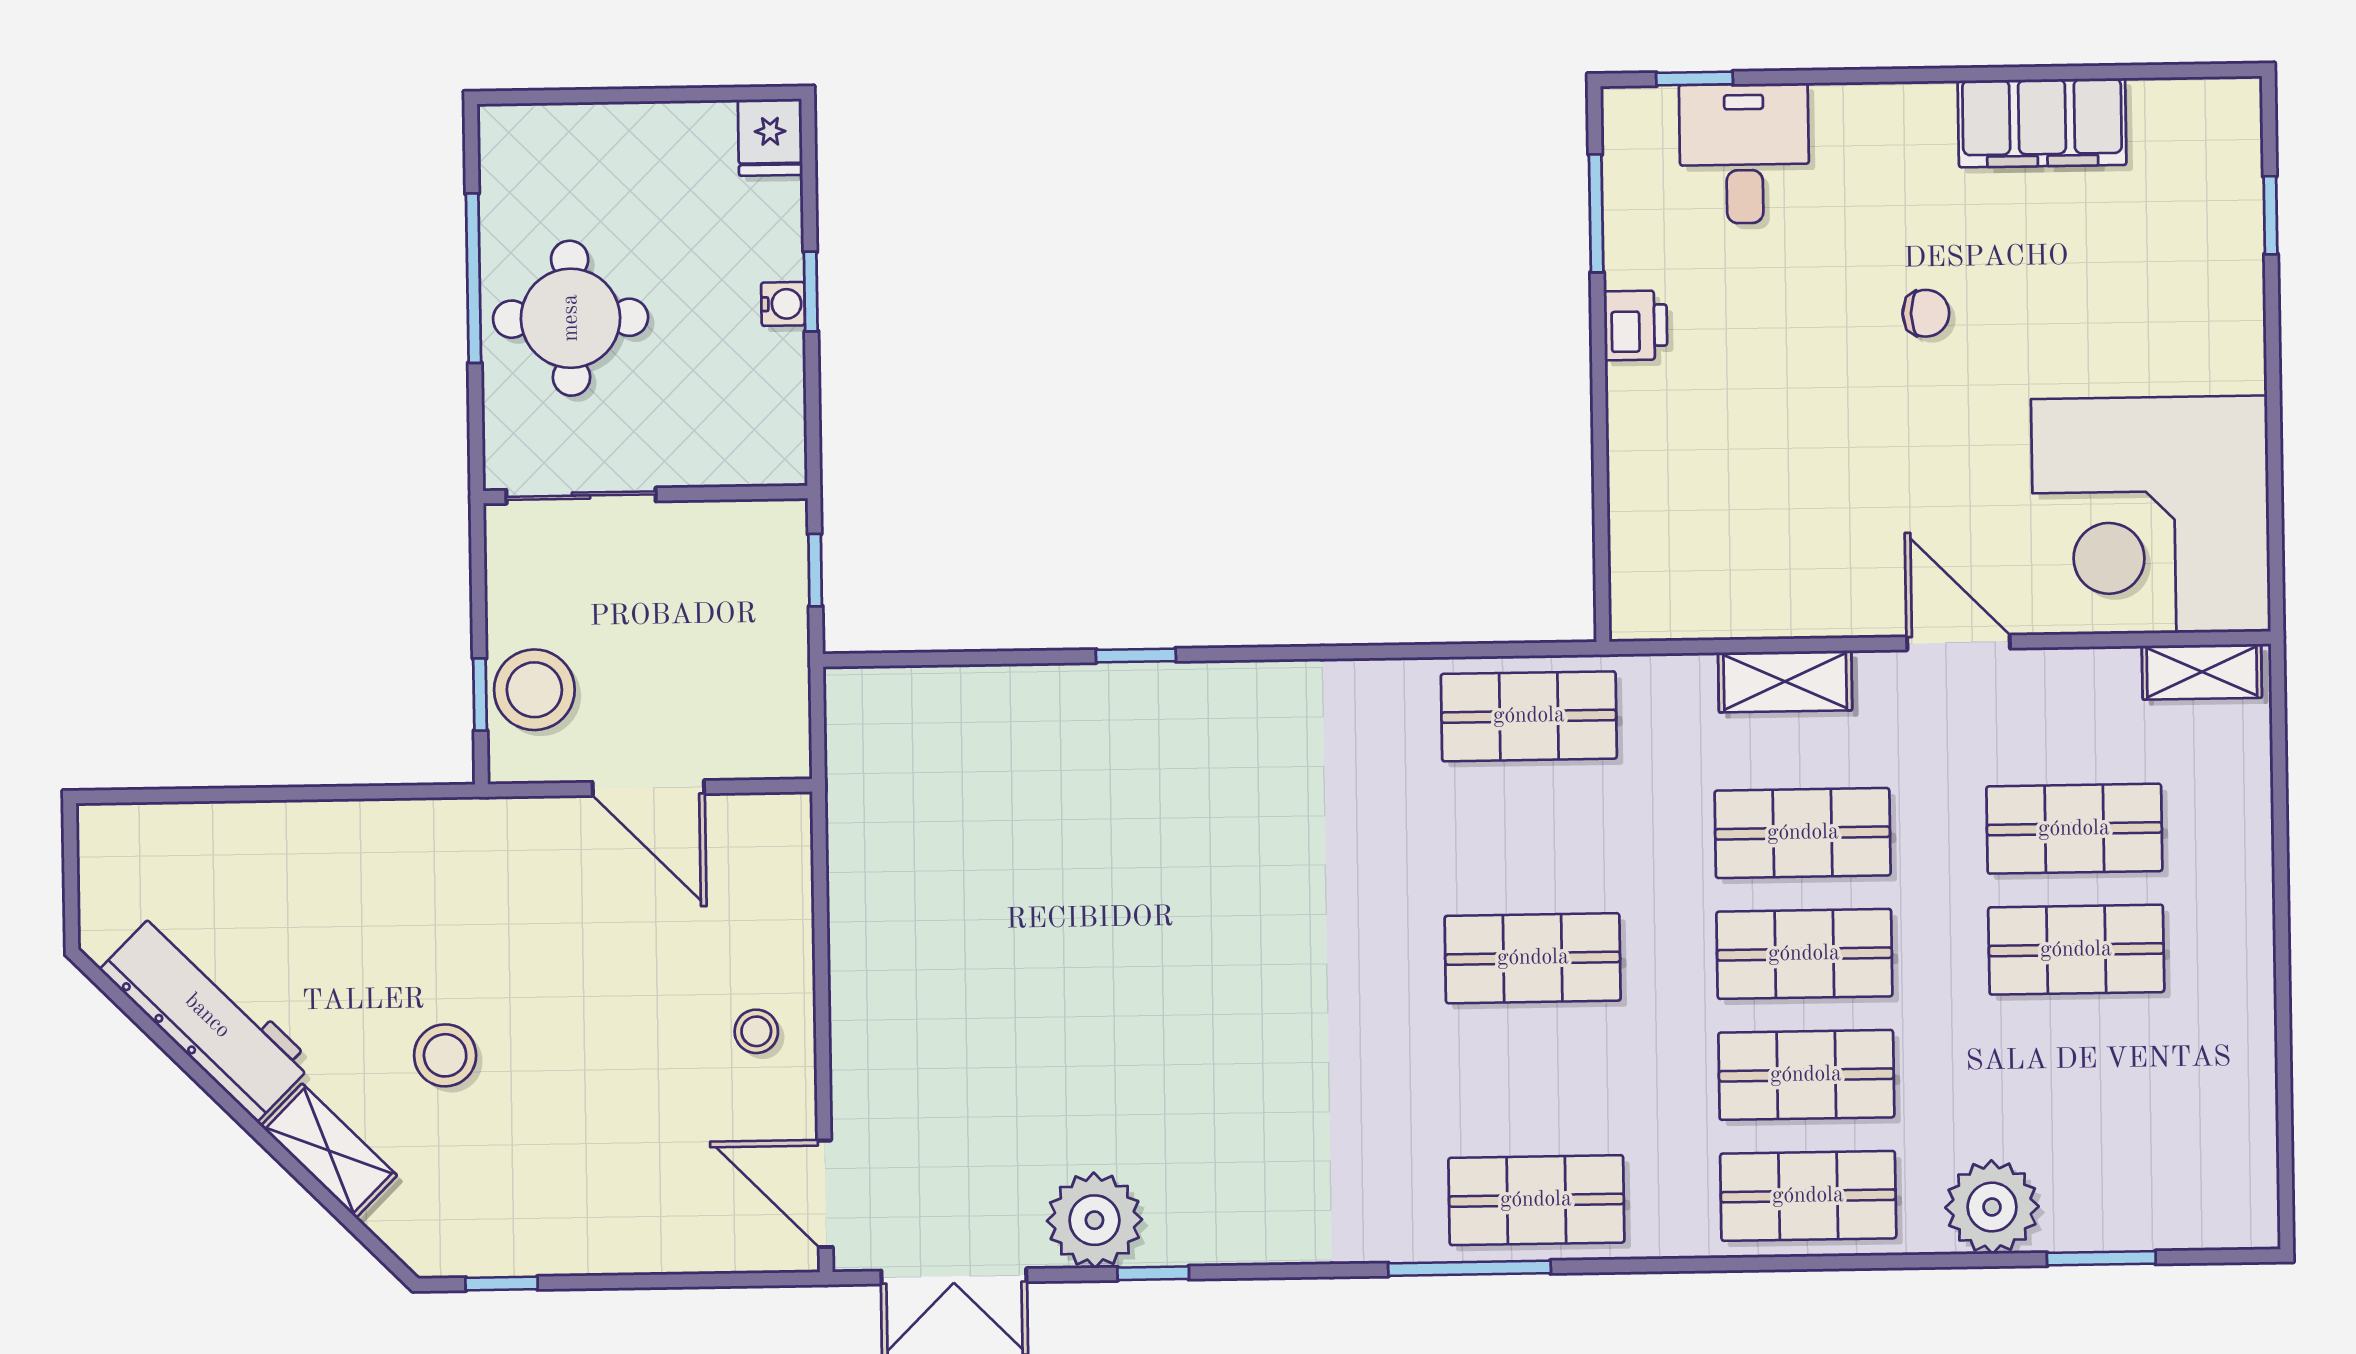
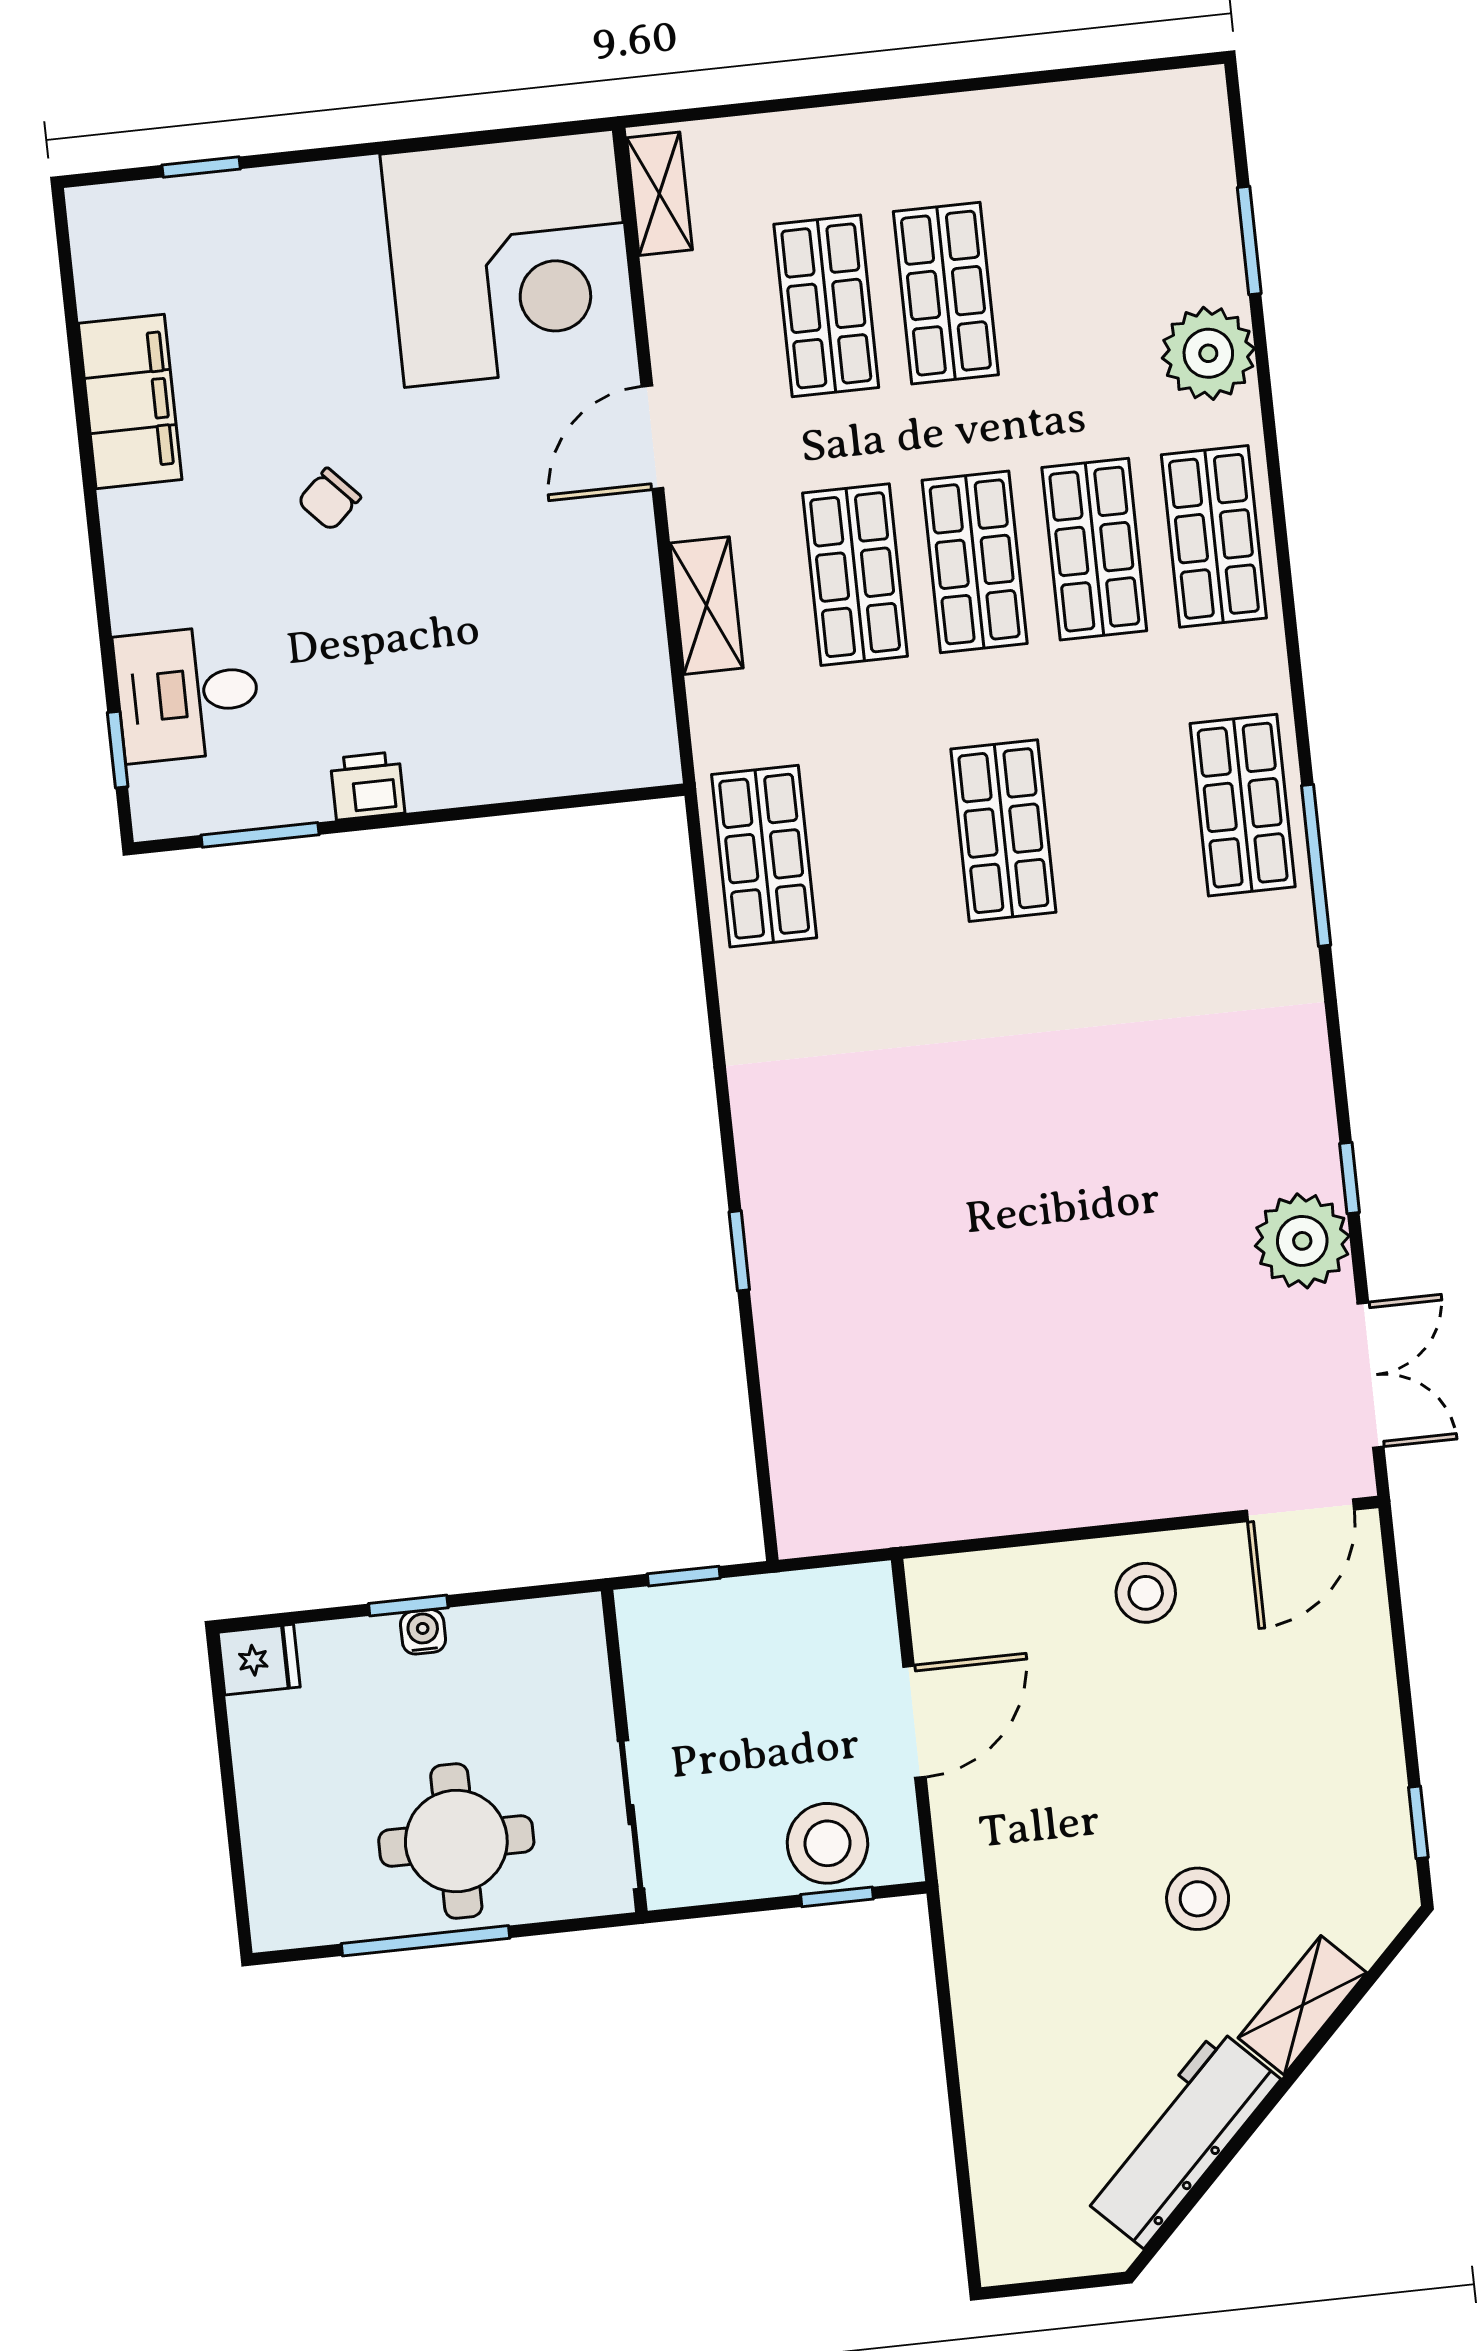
chair: (1926, 313) -> (329, 499), turned -133
stool: (756, 1031) -> (1146, 1593), width x1.37, depth x1.37

